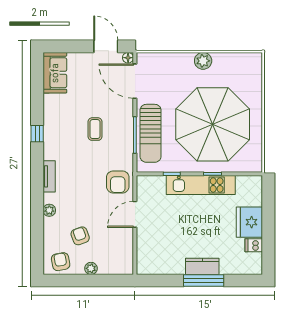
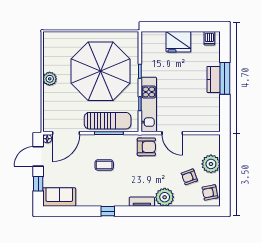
window: (71, 46) -> (38, 184), added
kitchen unit: (201, 185) -> (149, 105), moved
plant: (49, 210) -> (165, 197), width x1.88, depth x1.88
dishwasher: (254, 245) -> (209, 38), moved
plant: (91, 268) -> (211, 164), width x1.87, depth x1.87

